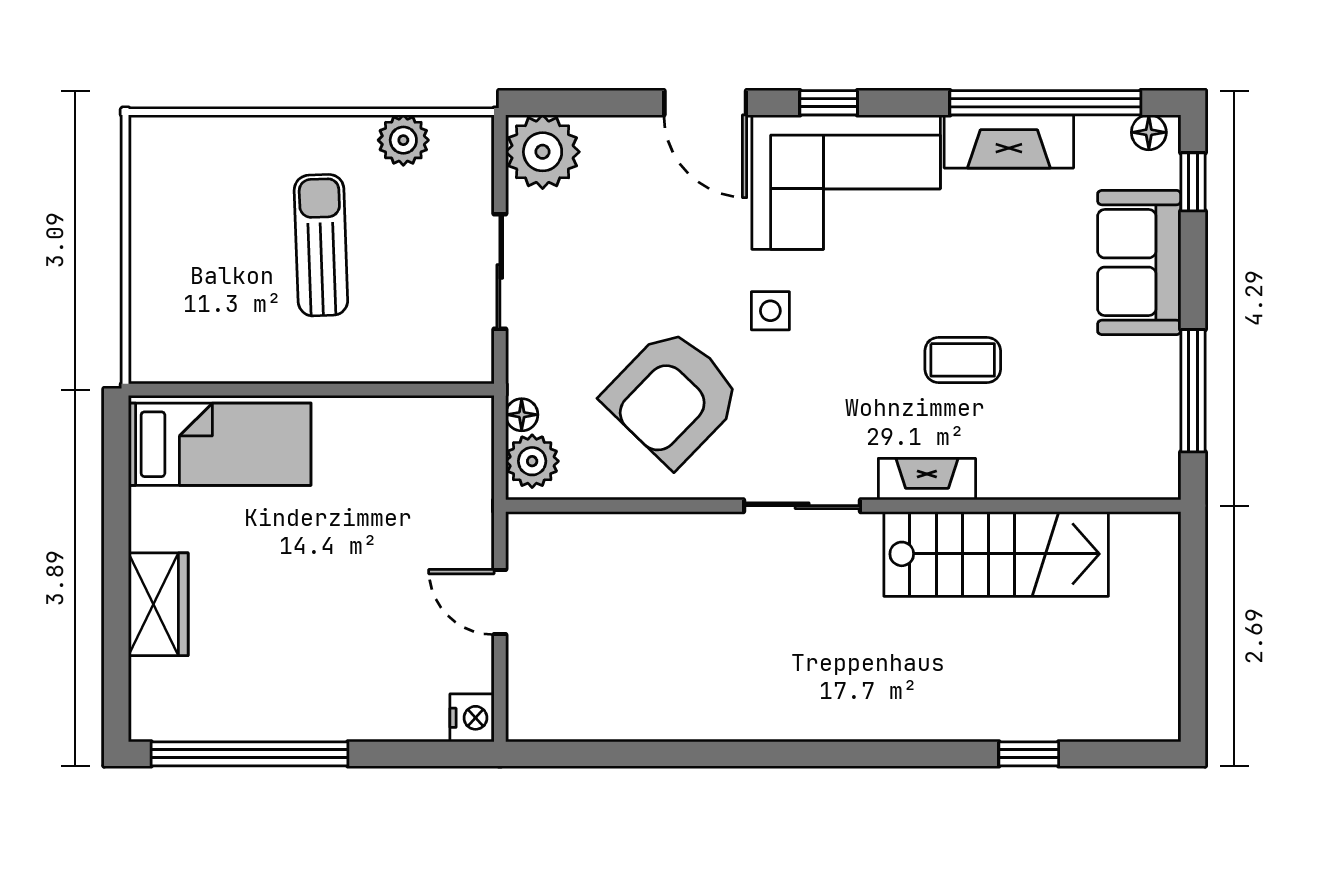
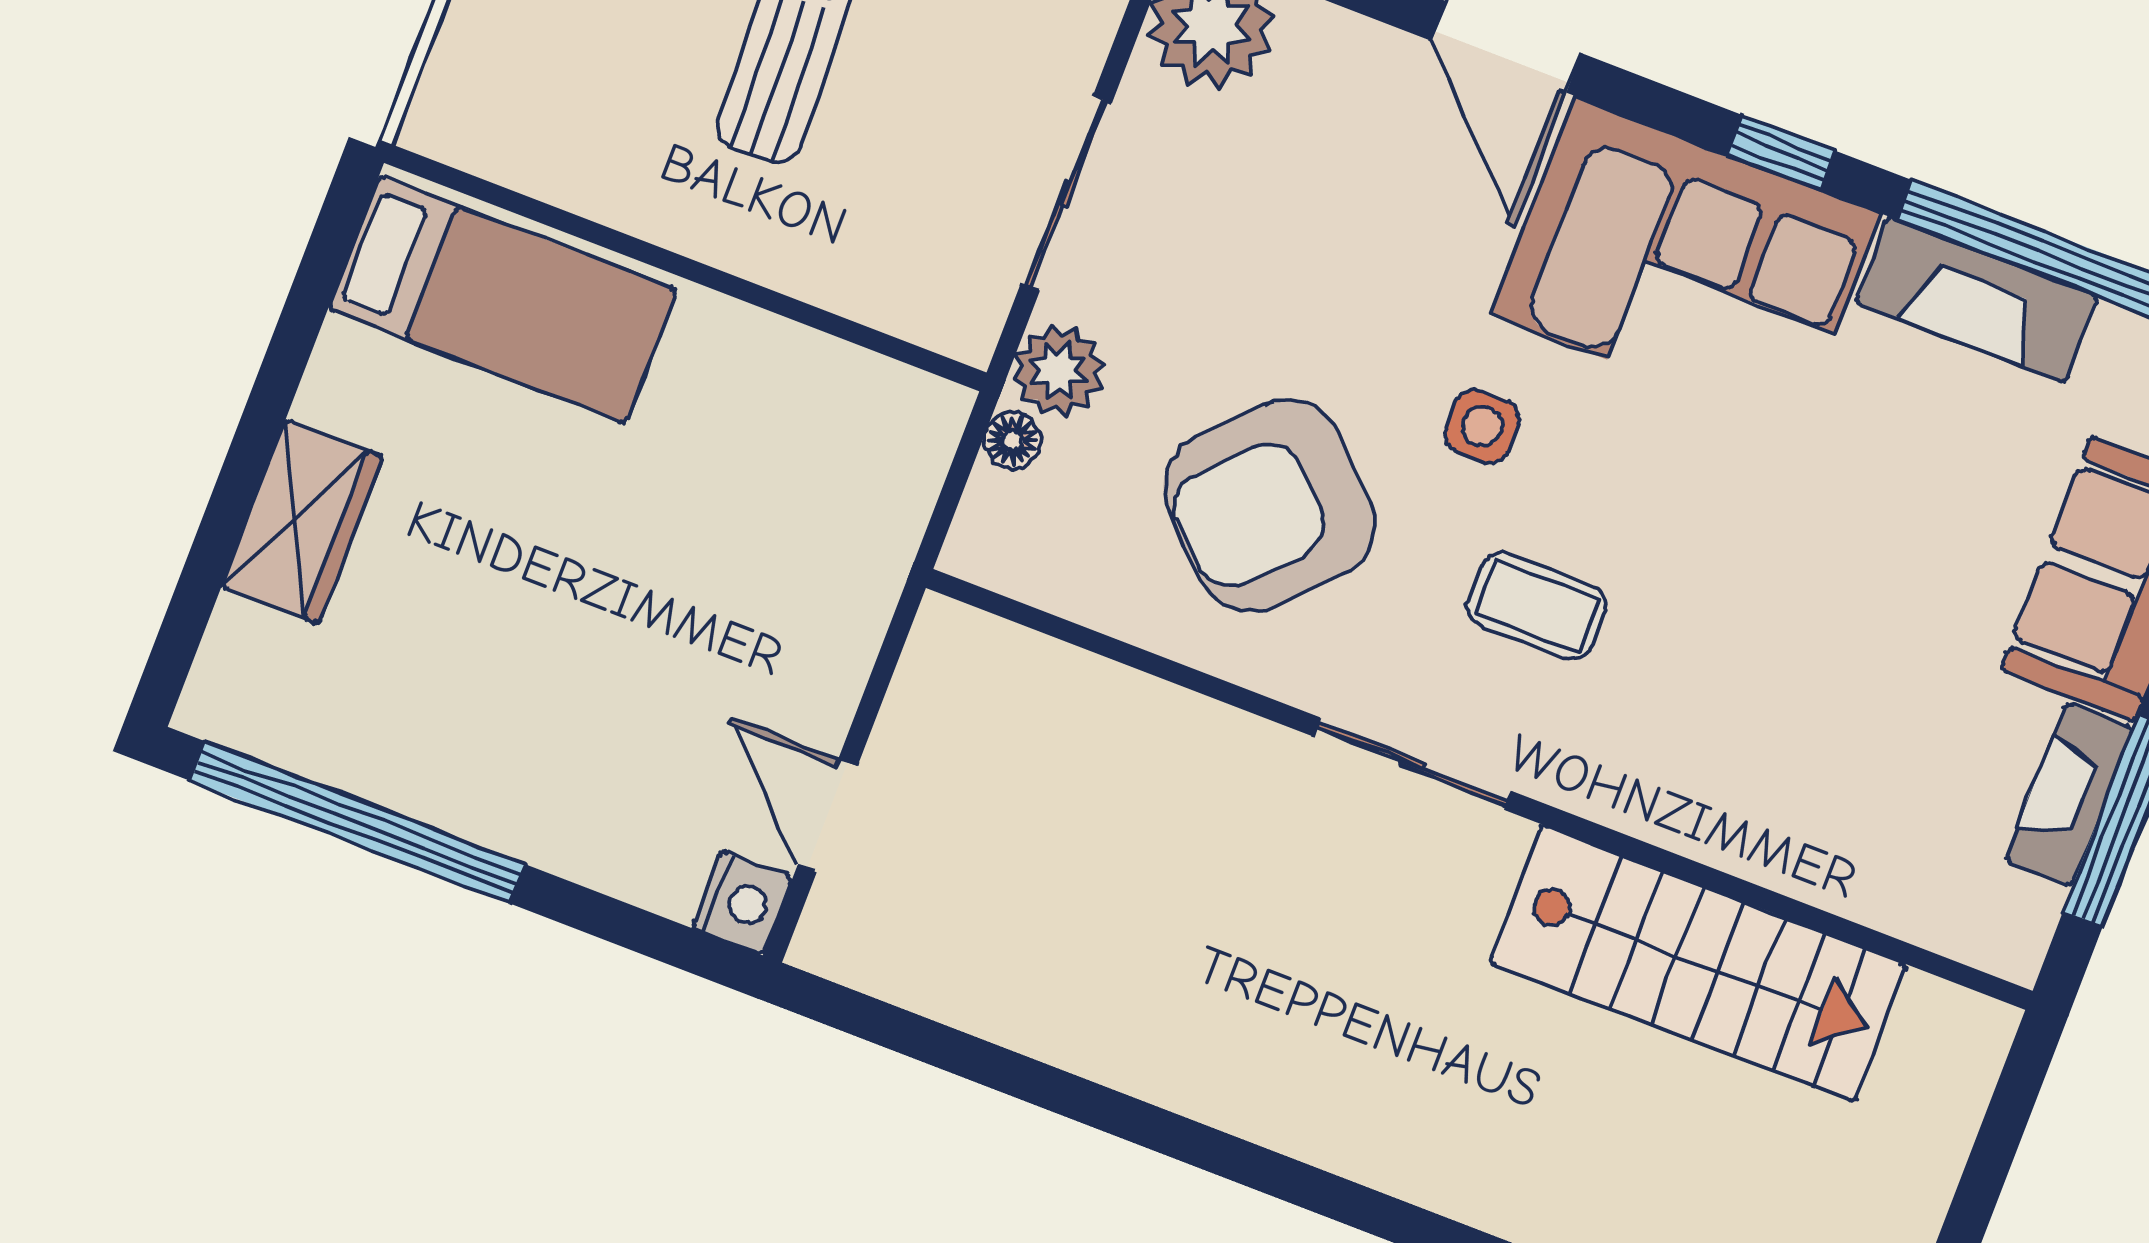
window: (829, 103) -> (1781, 152), moved
coffee table: (963, 360) -> (1537, 606), moved
plant: (532, 461) -> (1058, 371), moved
fireplace: (927, 479) -> (2069, 794), moved, turned -90
door: (500, 602) -> (827, 816), moved

